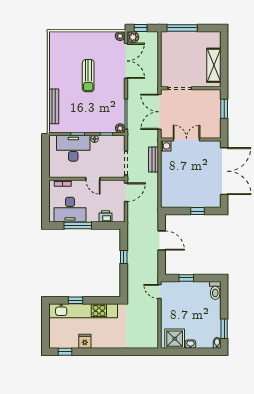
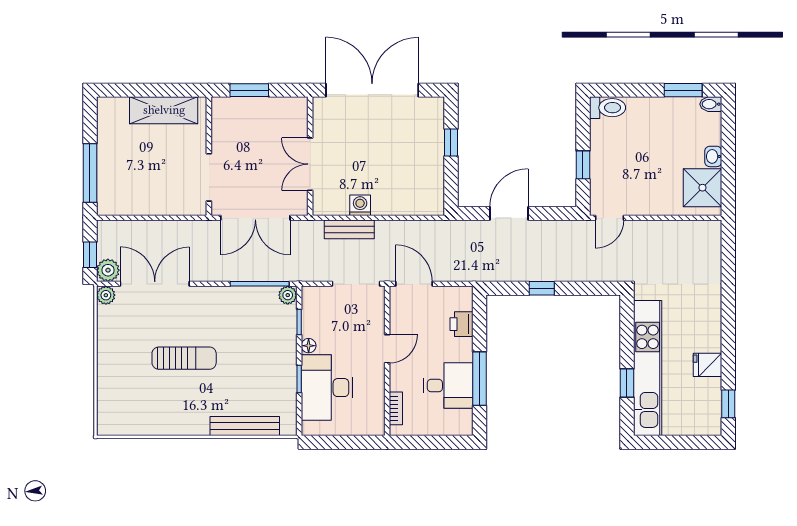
washing machine: (166, 146) -> (360, 205), moved
desk: (70, 210) -> (448, 386), width x0.73

